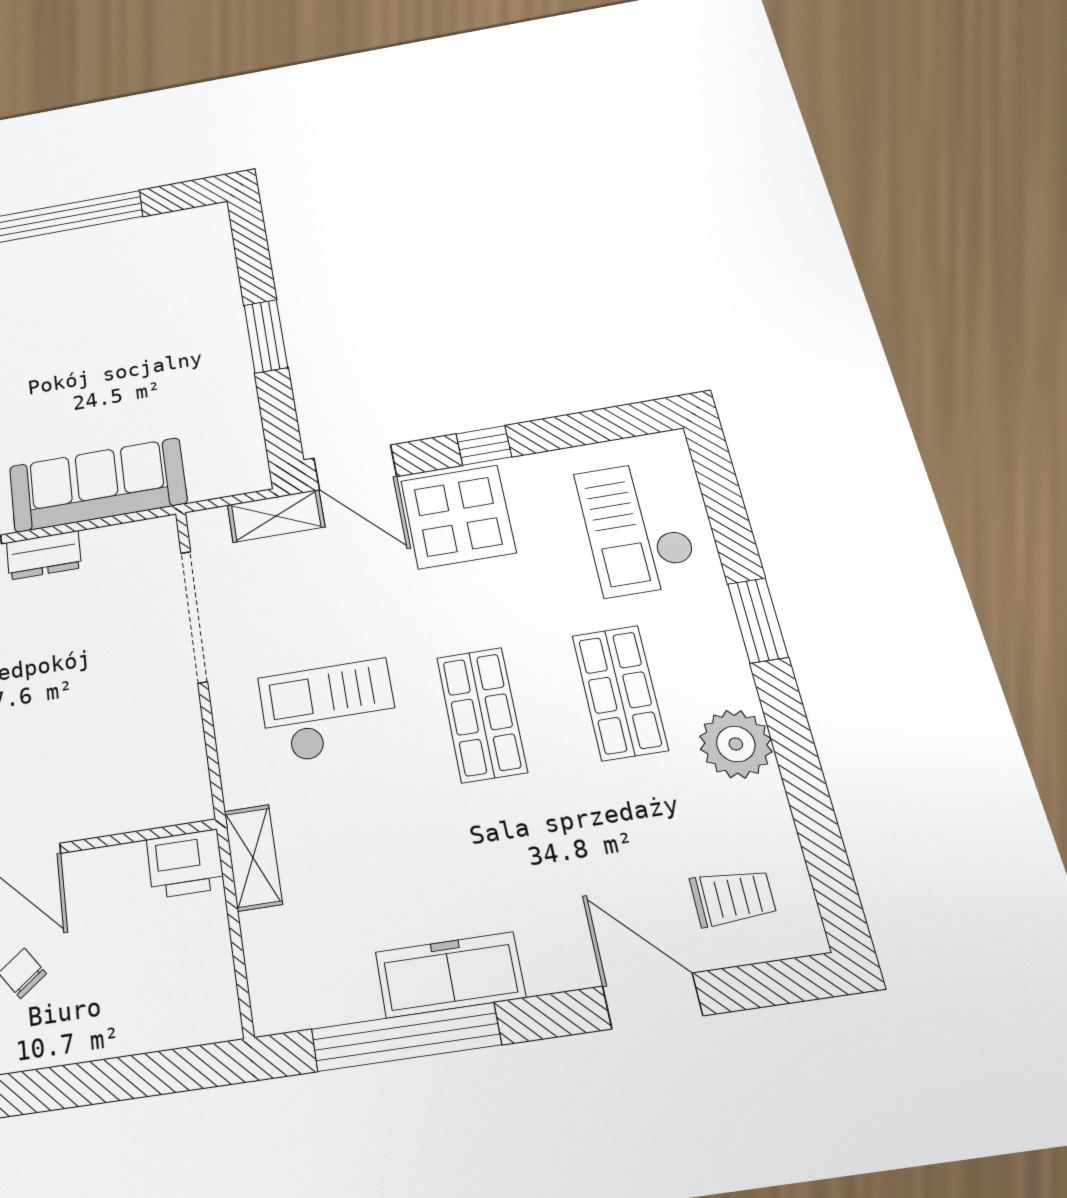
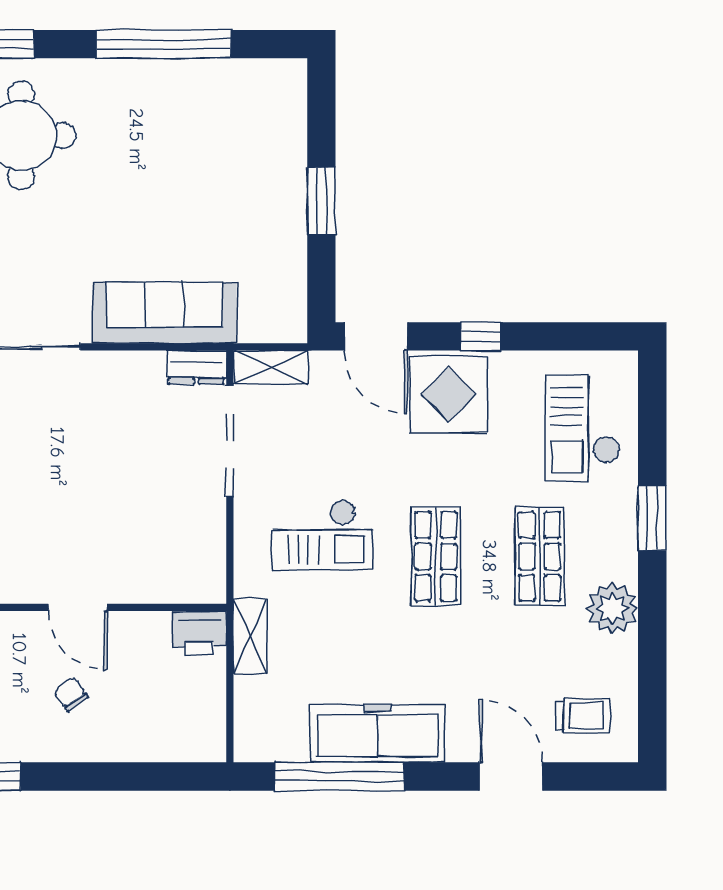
shelving: (276, 516) -> (271, 367), moved
dresser: (44, 555) -> (196, 367), moved
checkout: (329, 711) -> (323, 535), turned 180
freezer: (450, 975) -> (377, 733), width x1.36, depth x1.26

